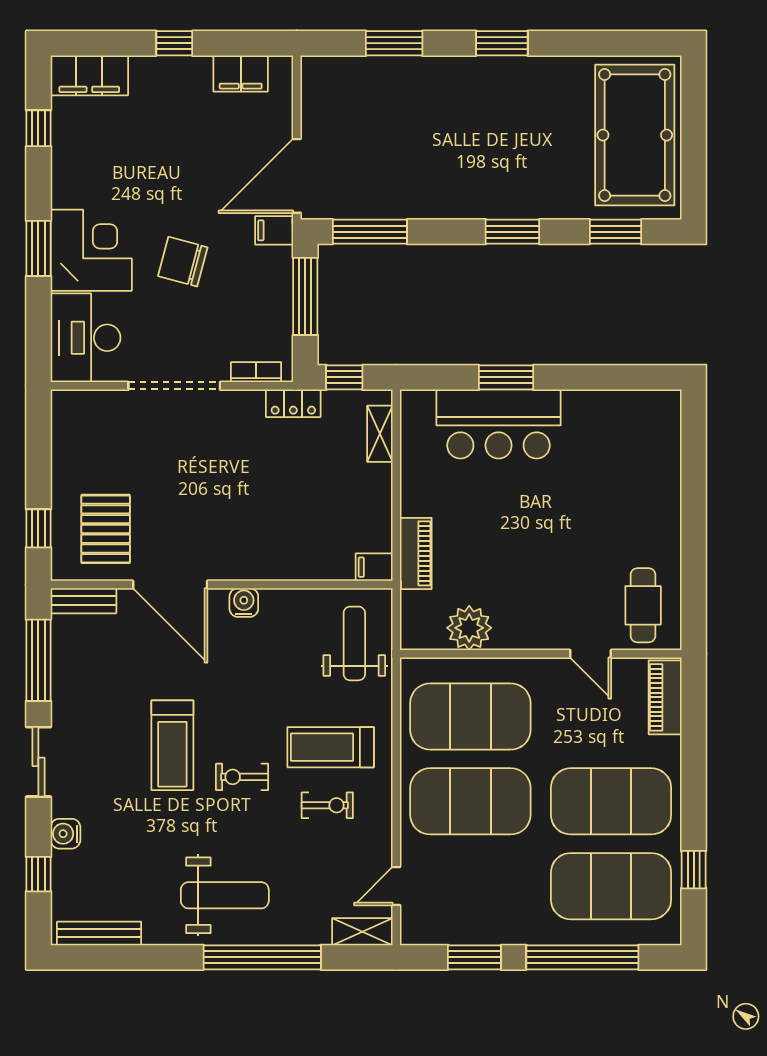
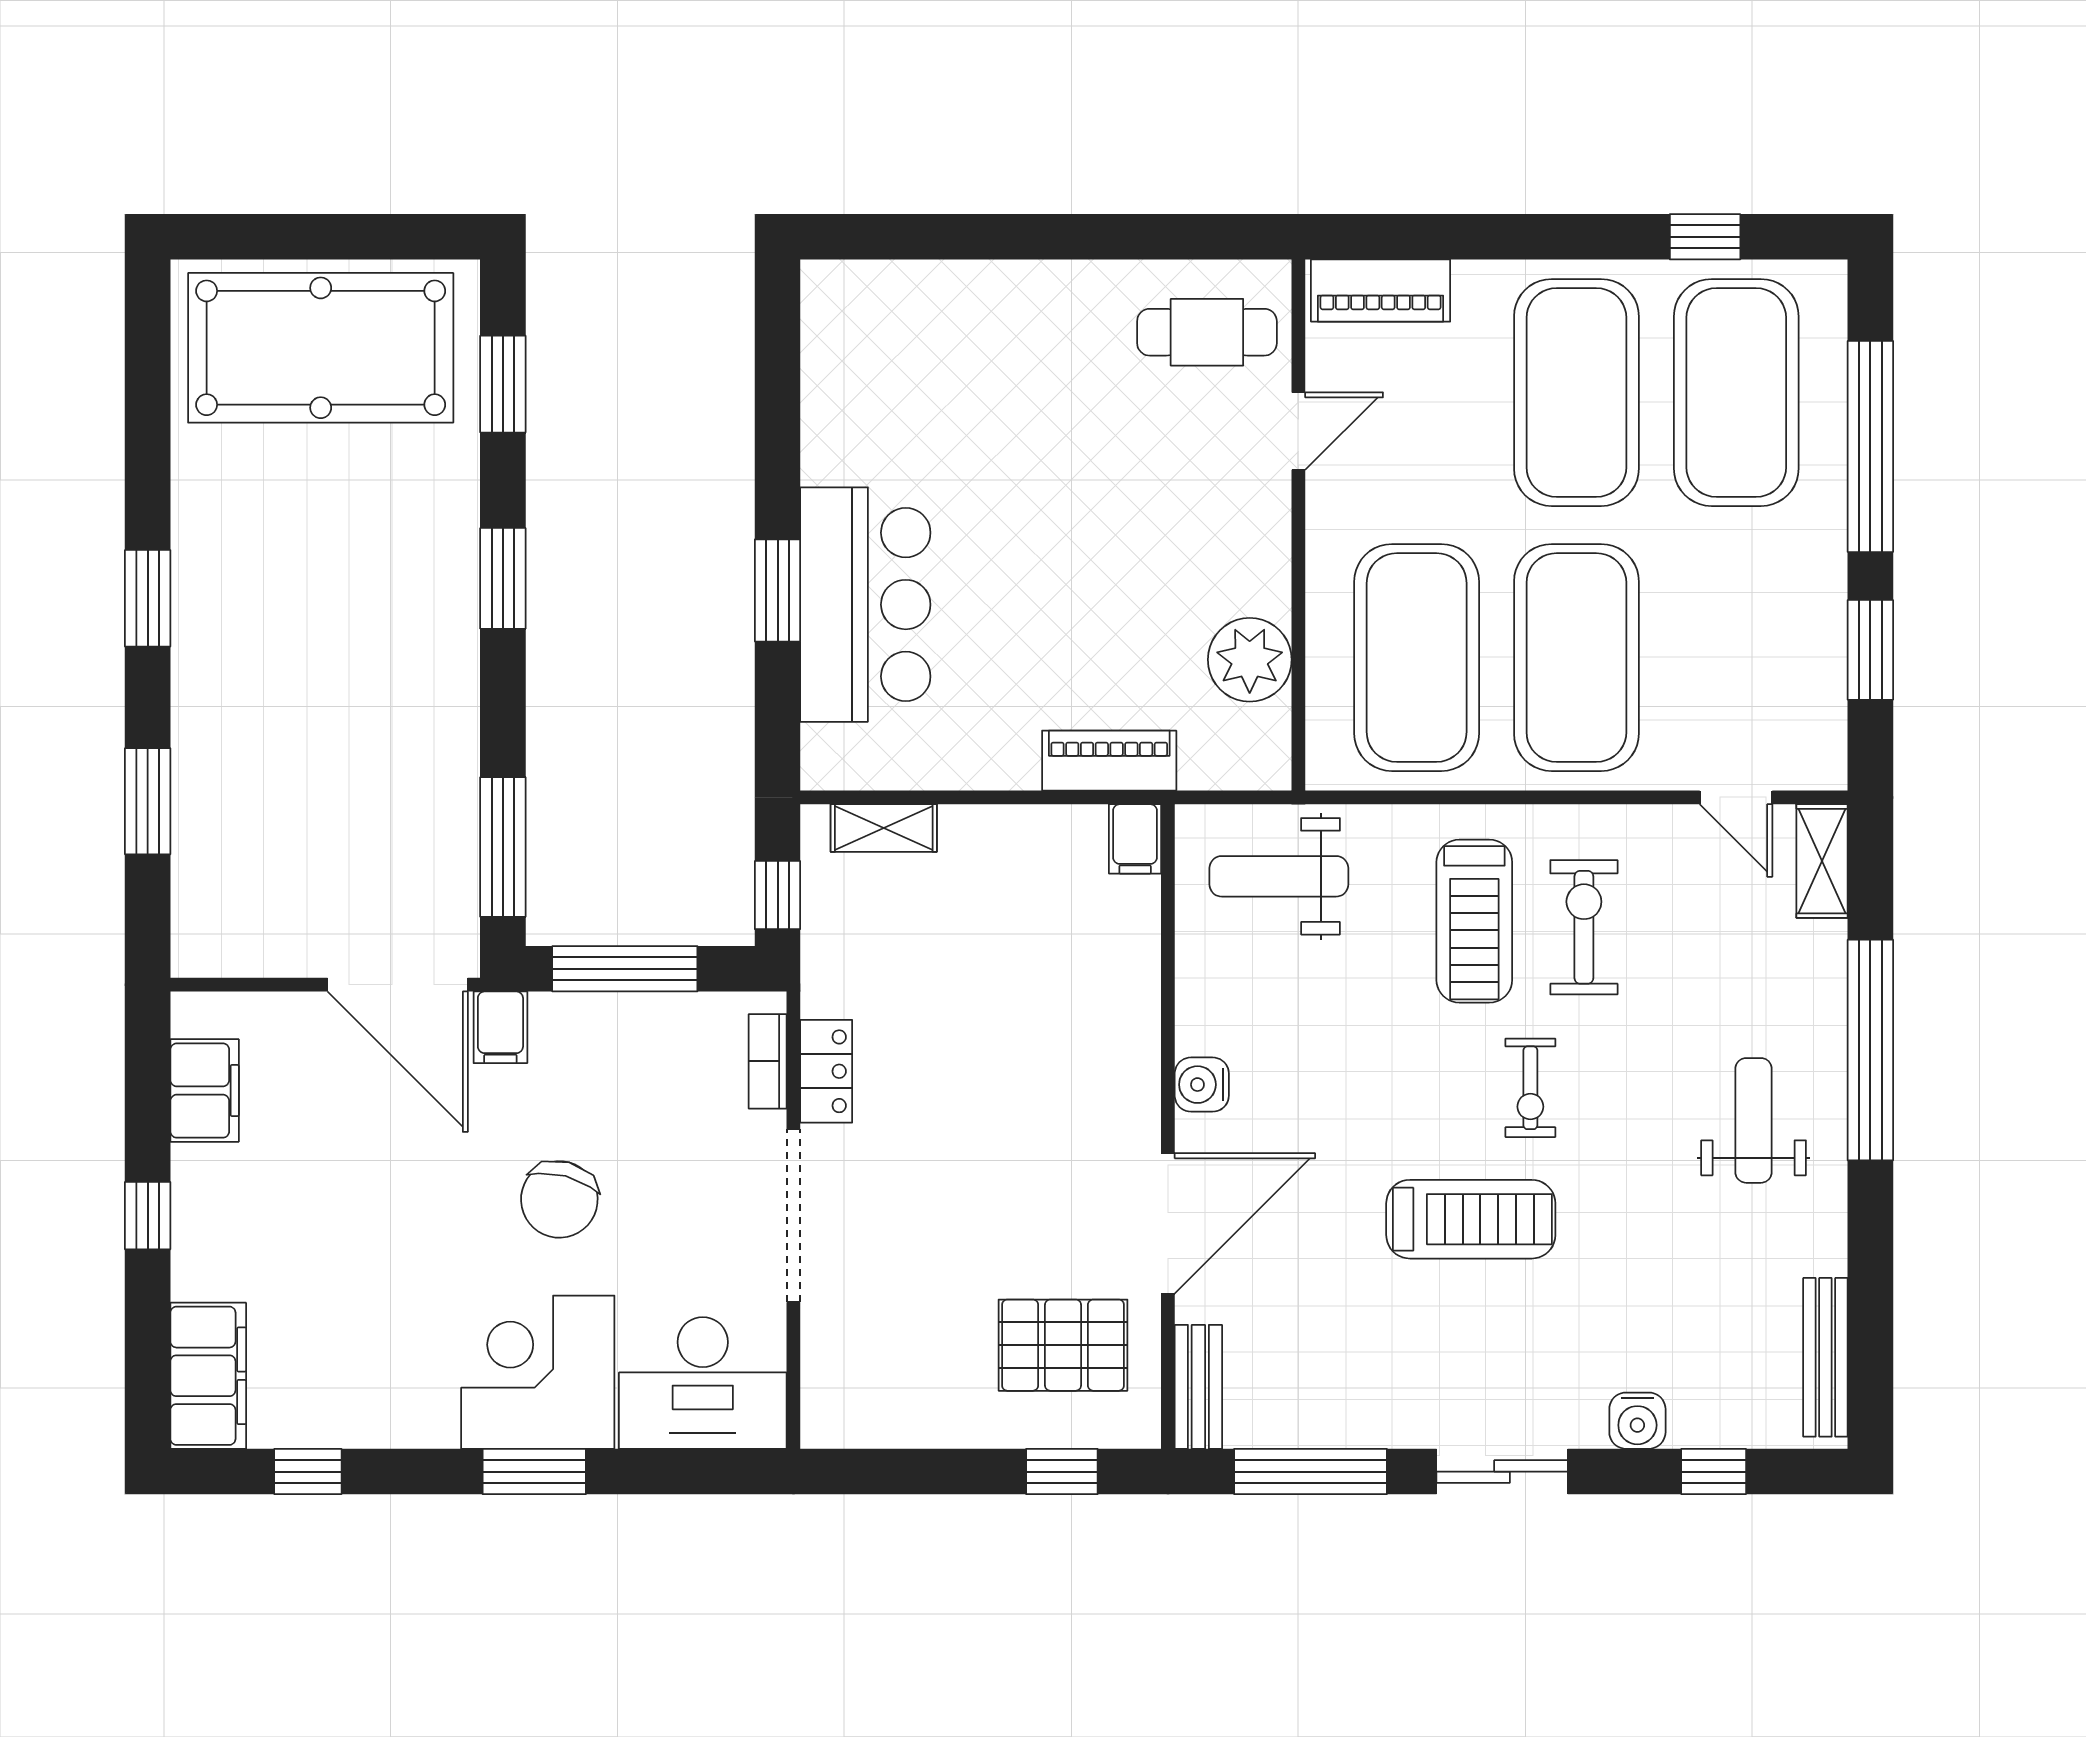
locker: (293, 403) -> (826, 1071), moved
exercise bike: (327, 805) -> (1584, 927), width x1.38, depth x1.39
weight bench: (225, 895) -> (1754, 1120), width x0.73, depth x0.75

